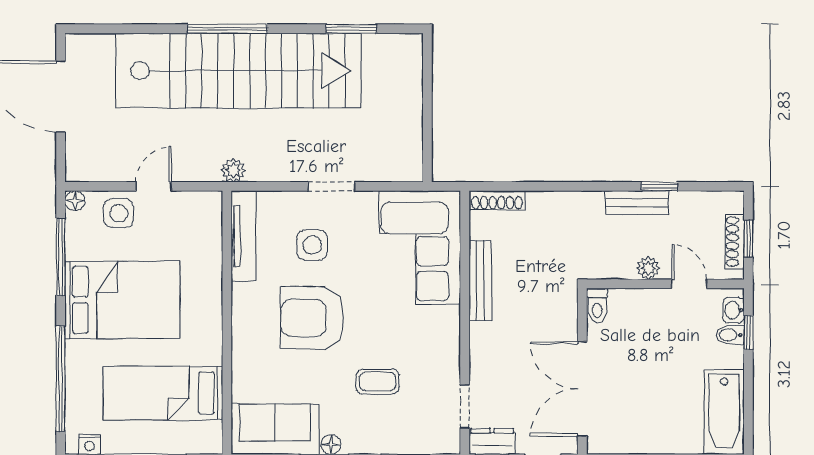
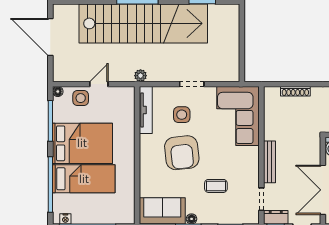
shoe rack: (497, 200) -> (295, 91), moved
bench: (480, 281) -> (270, 162), moved
armchair: (312, 318) -> (182, 153), turned -96
bed: (163, 393) -> (84, 179), moved, turned 180

